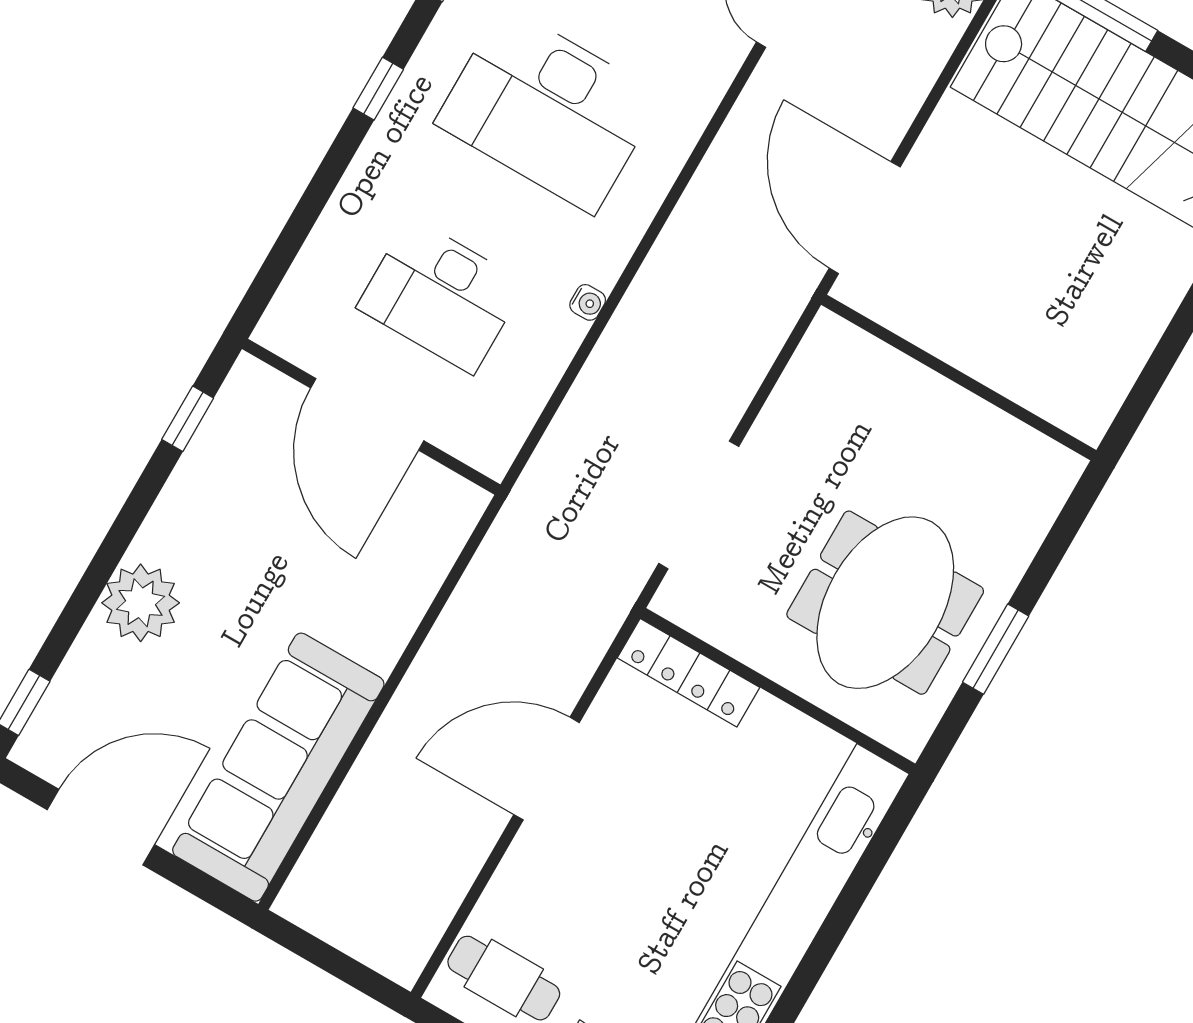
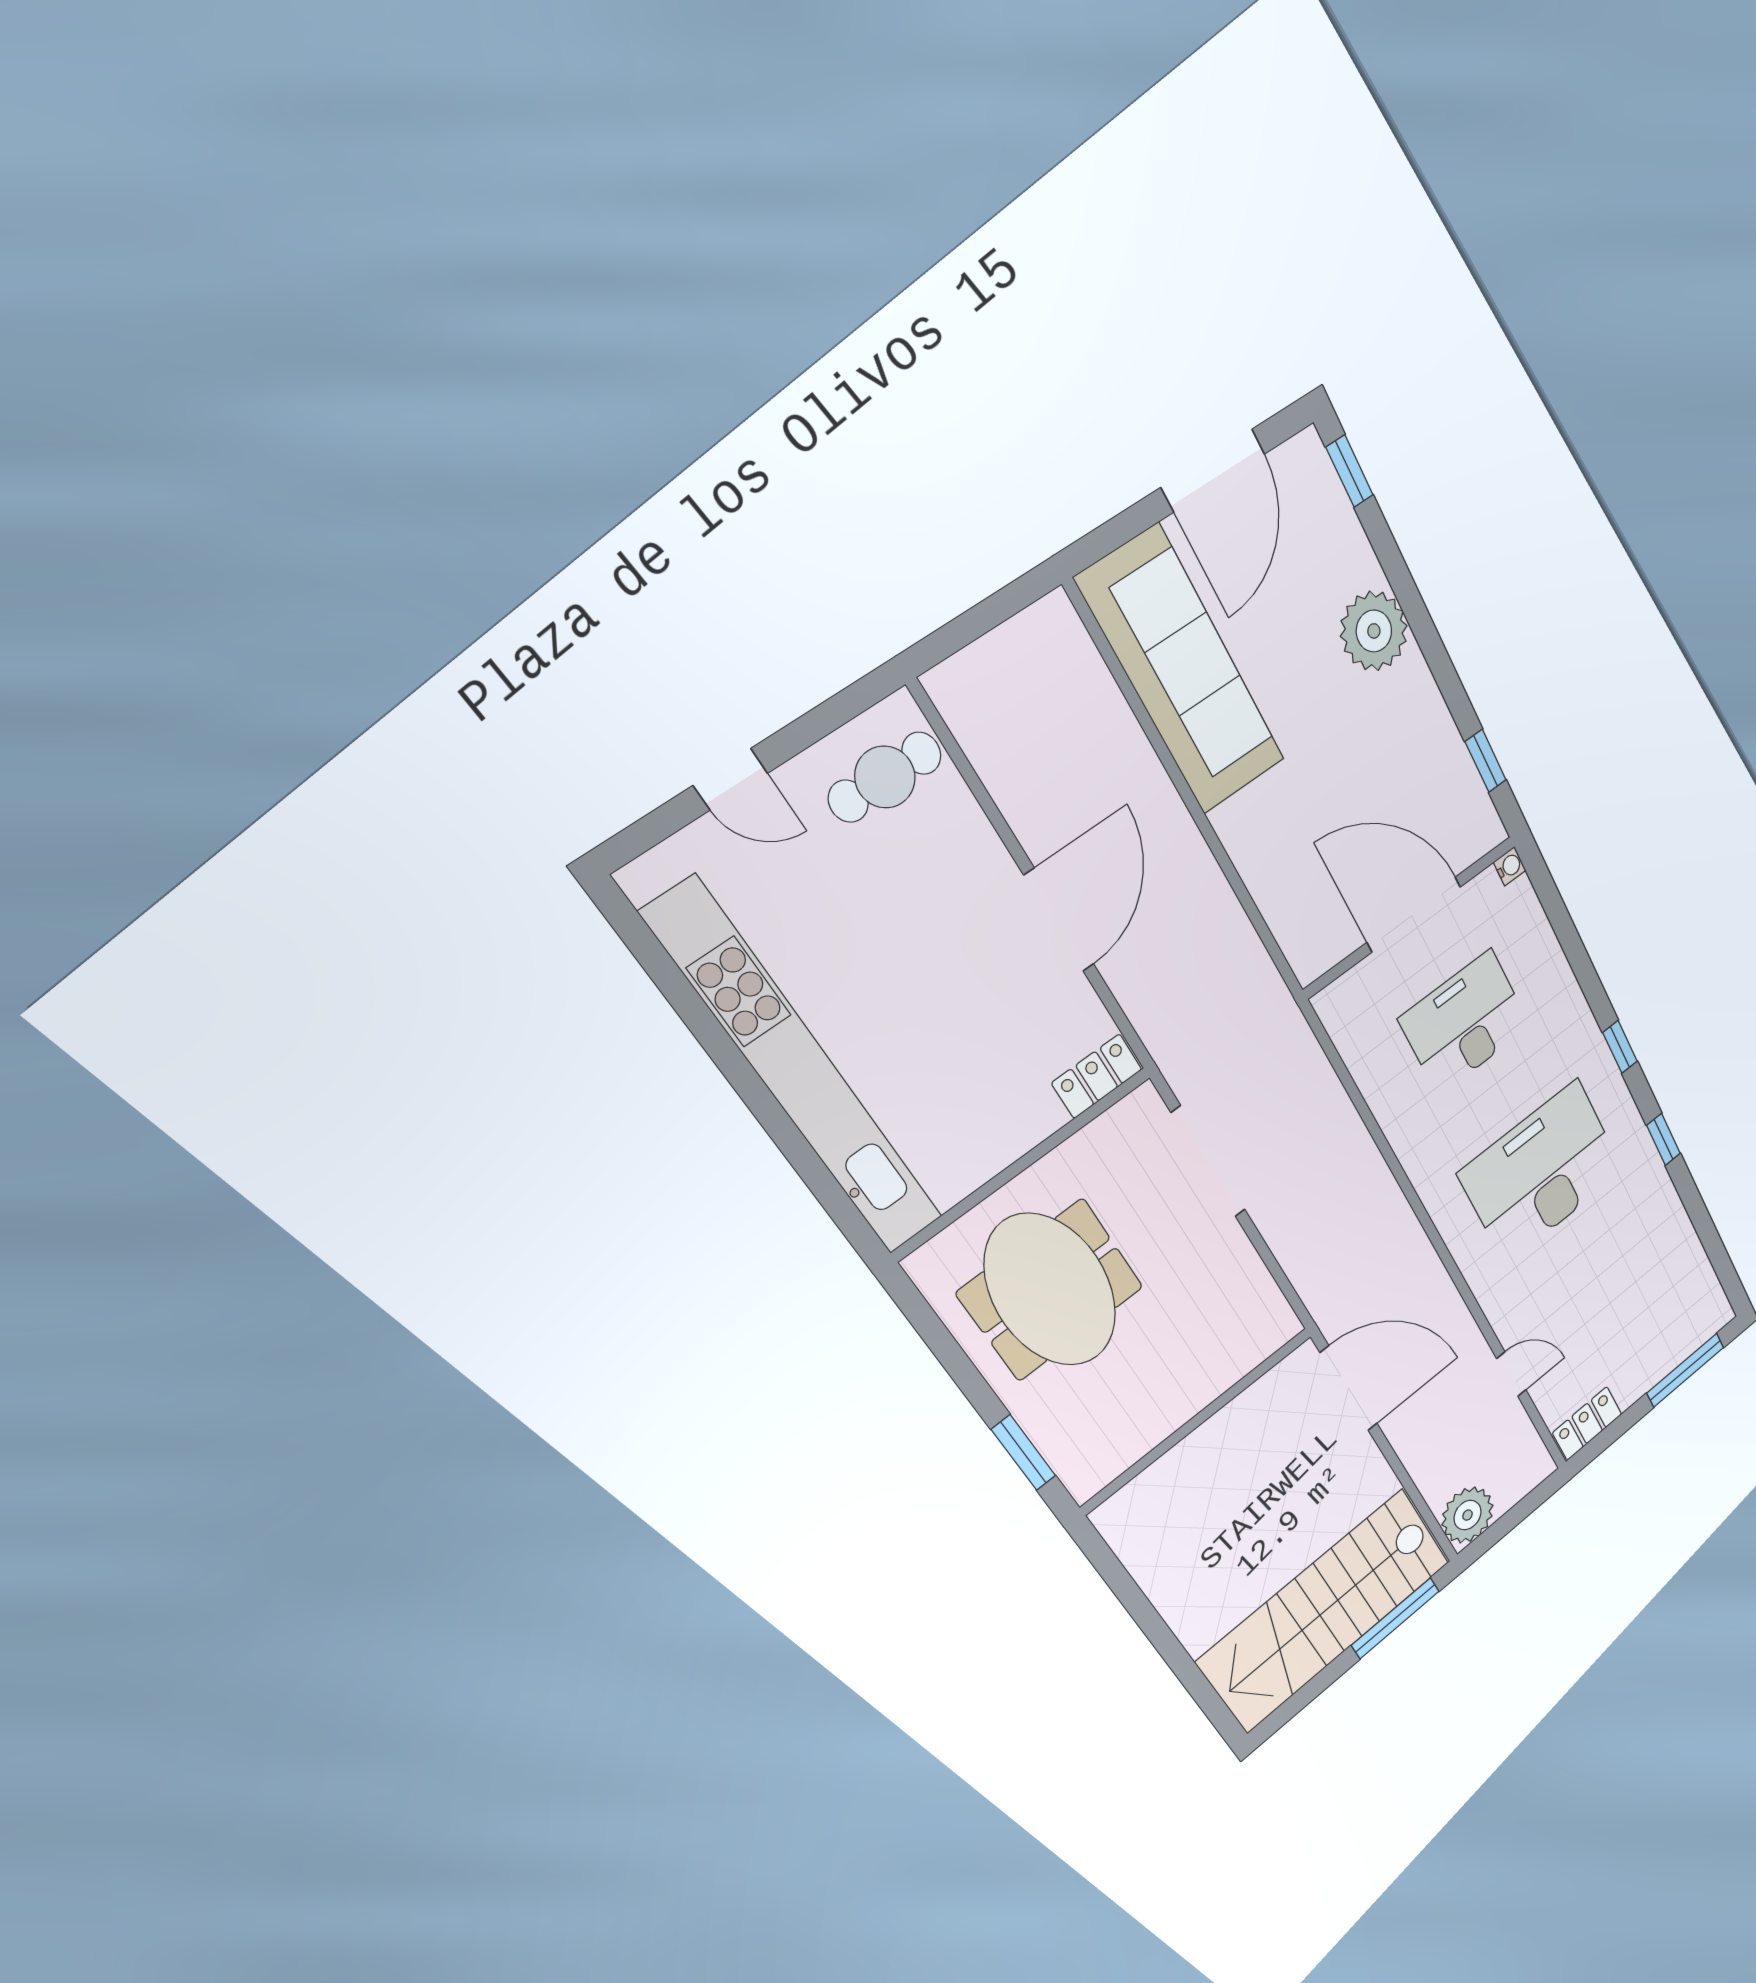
water cooler: (588, 302) -> (1510, 866), moved, turned 180
window: (996, 649) -> (1023, 1453), moved
locker: (689, 673) -> (1097, 1076), width x0.66

